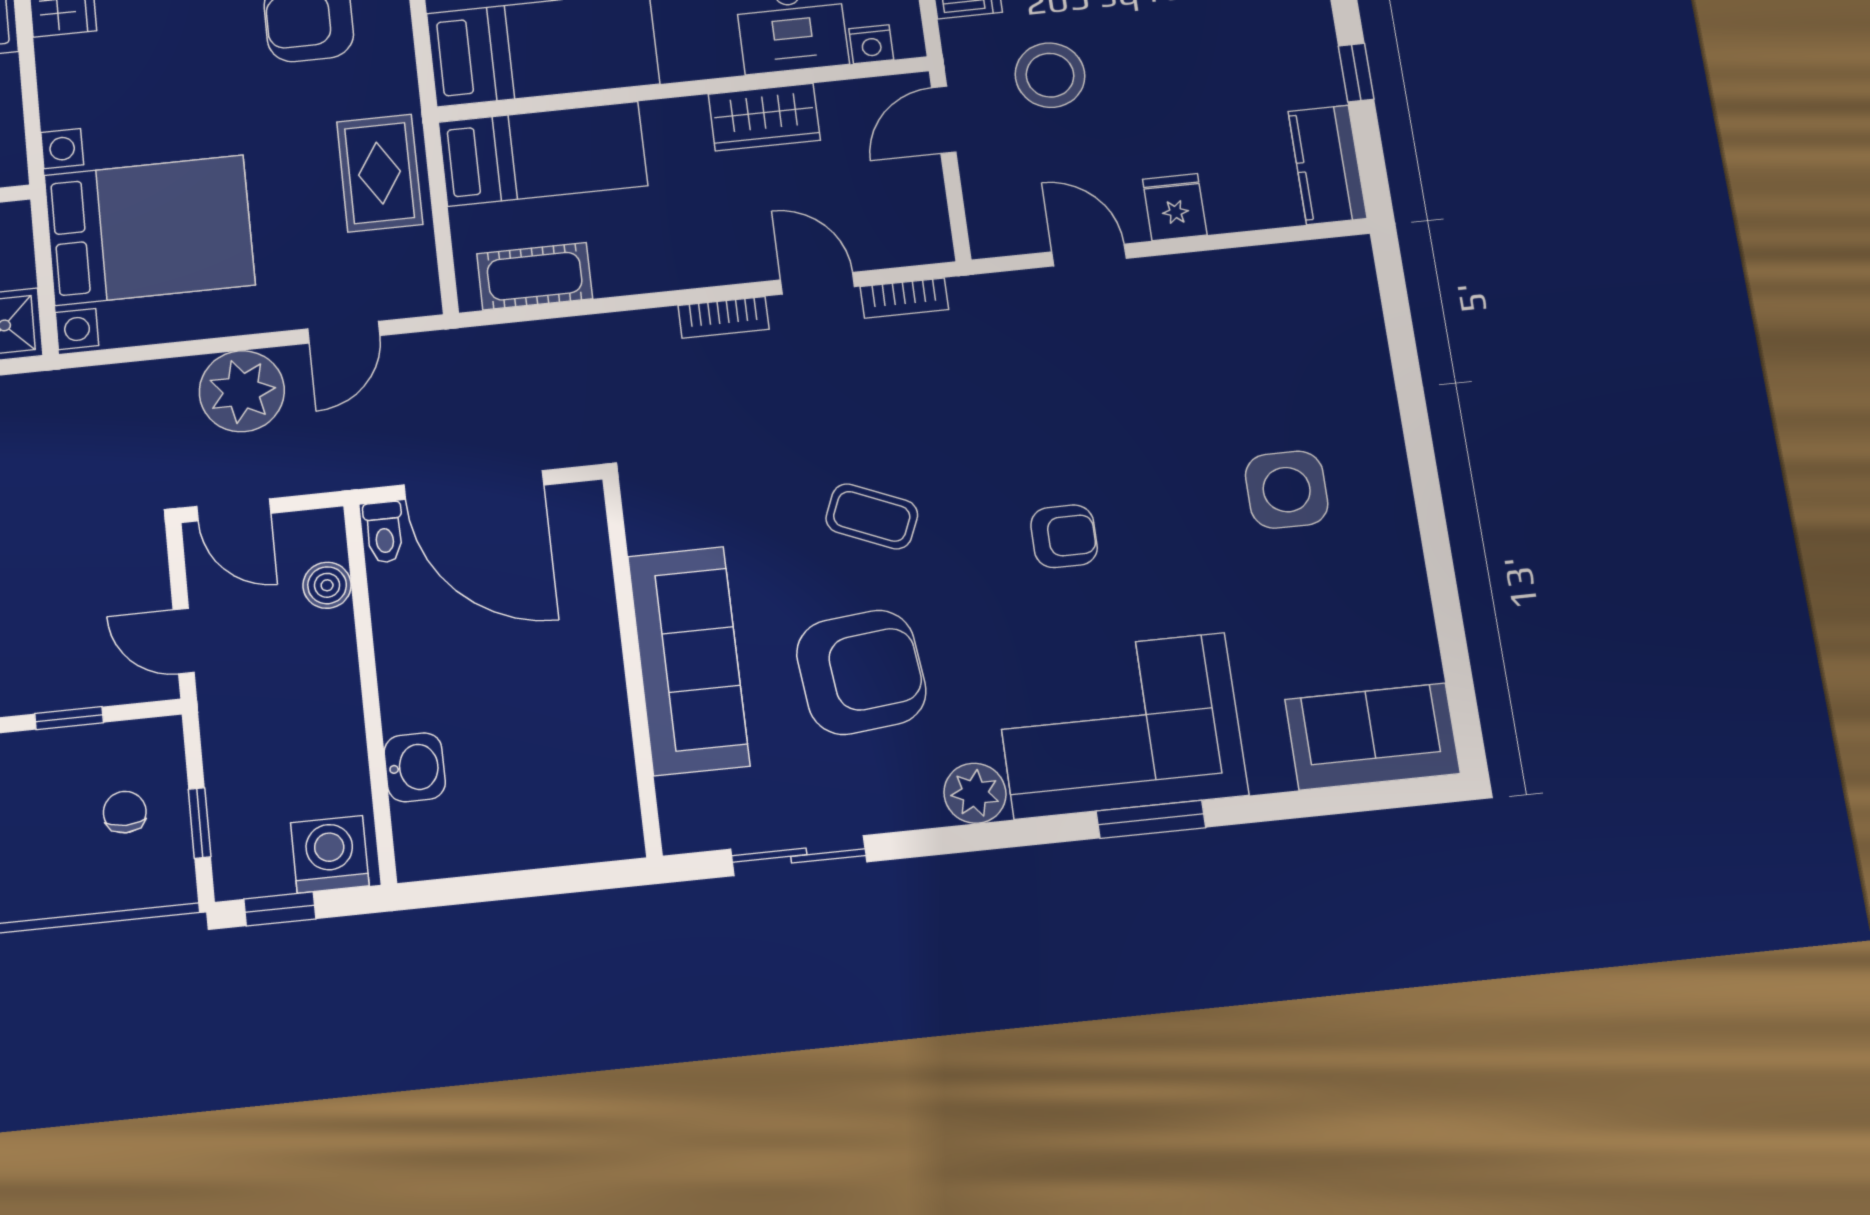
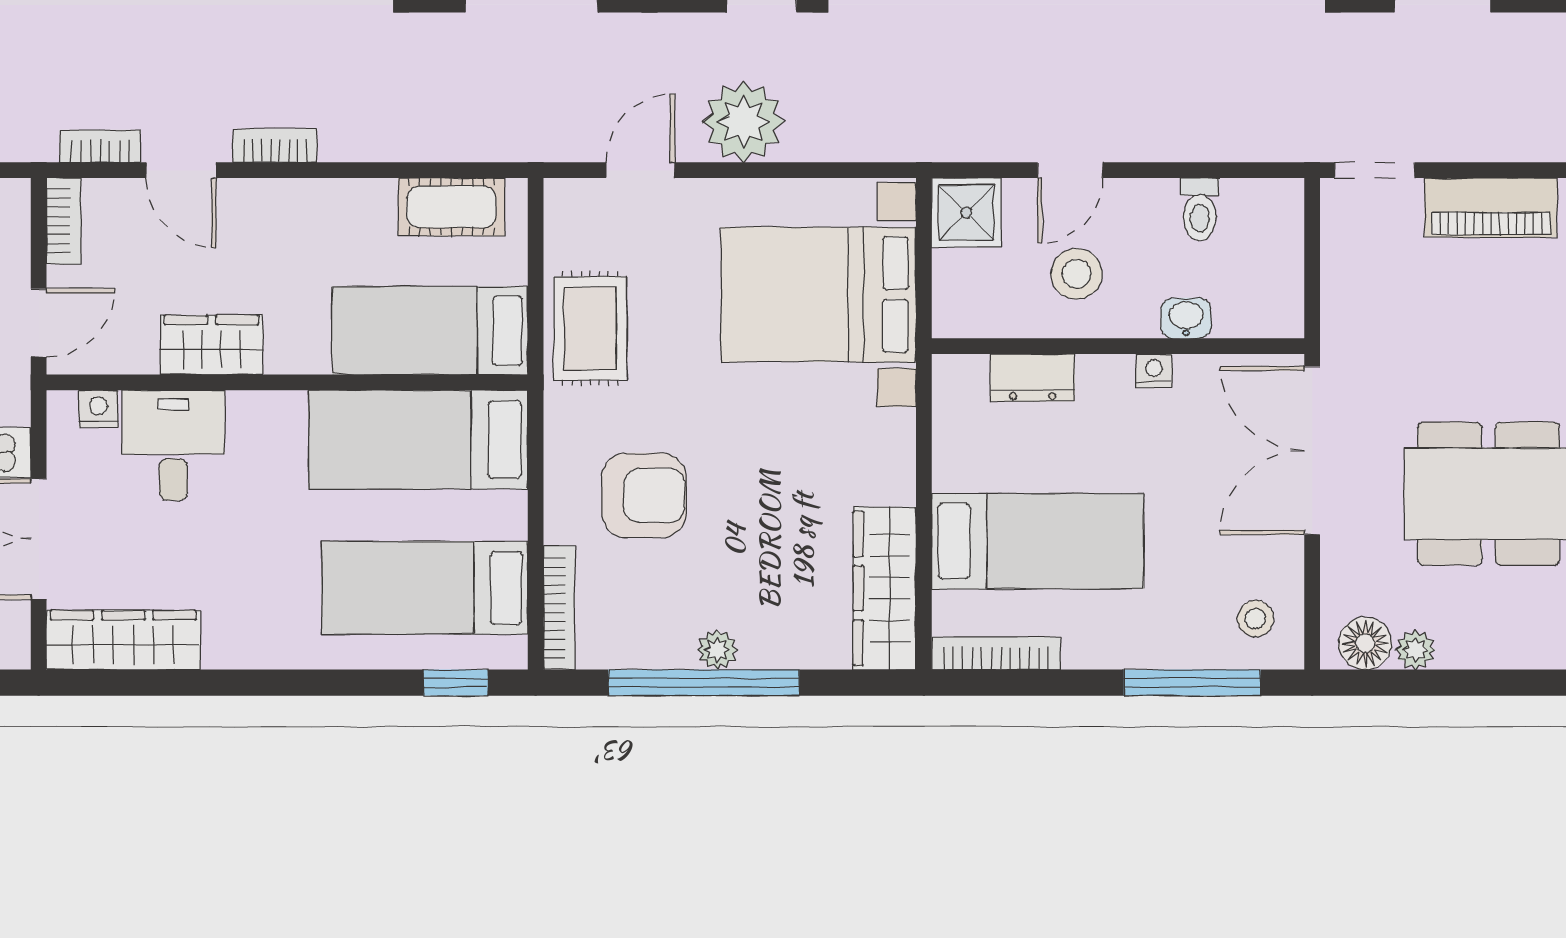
bookcase: (932, 221) -> (64, 221), added

